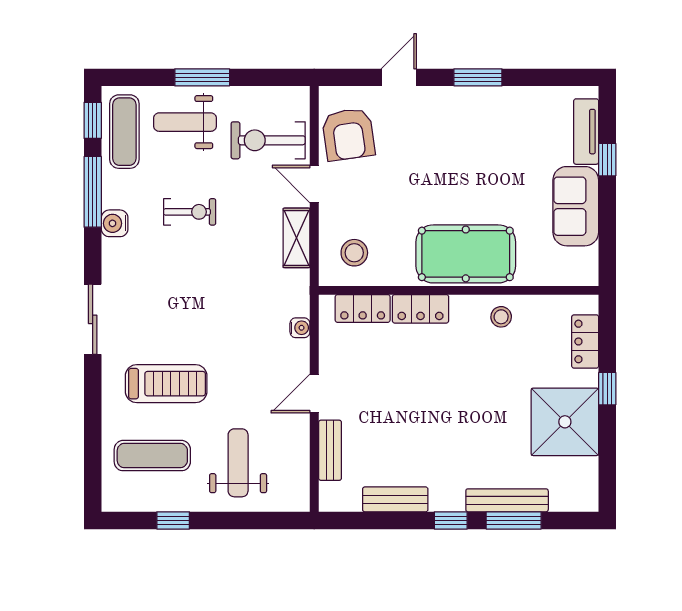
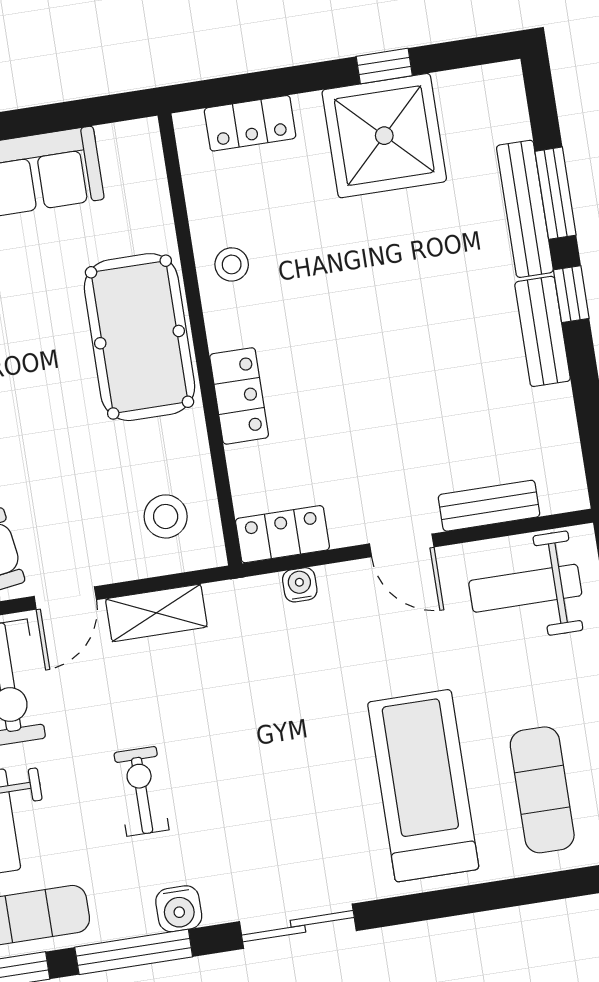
locker: (363, 308) -> (282, 534), moved, turned -90
sliding door: (93, 319) -> (298, 926), moved
treadmill: (166, 384) -> (423, 786), width x1.37, depth x1.38
window: (607, 389) -> (384, 66), moved
weight bench: (238, 463) -> (525, 588), moved
bench: (395, 499) -> (543, 331), moved

